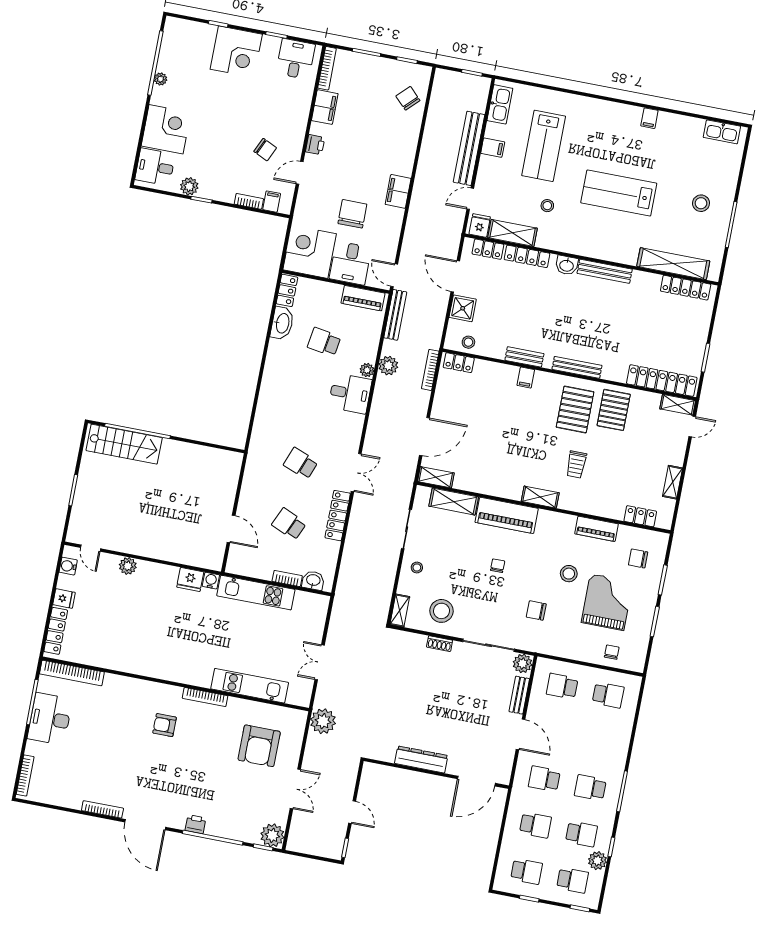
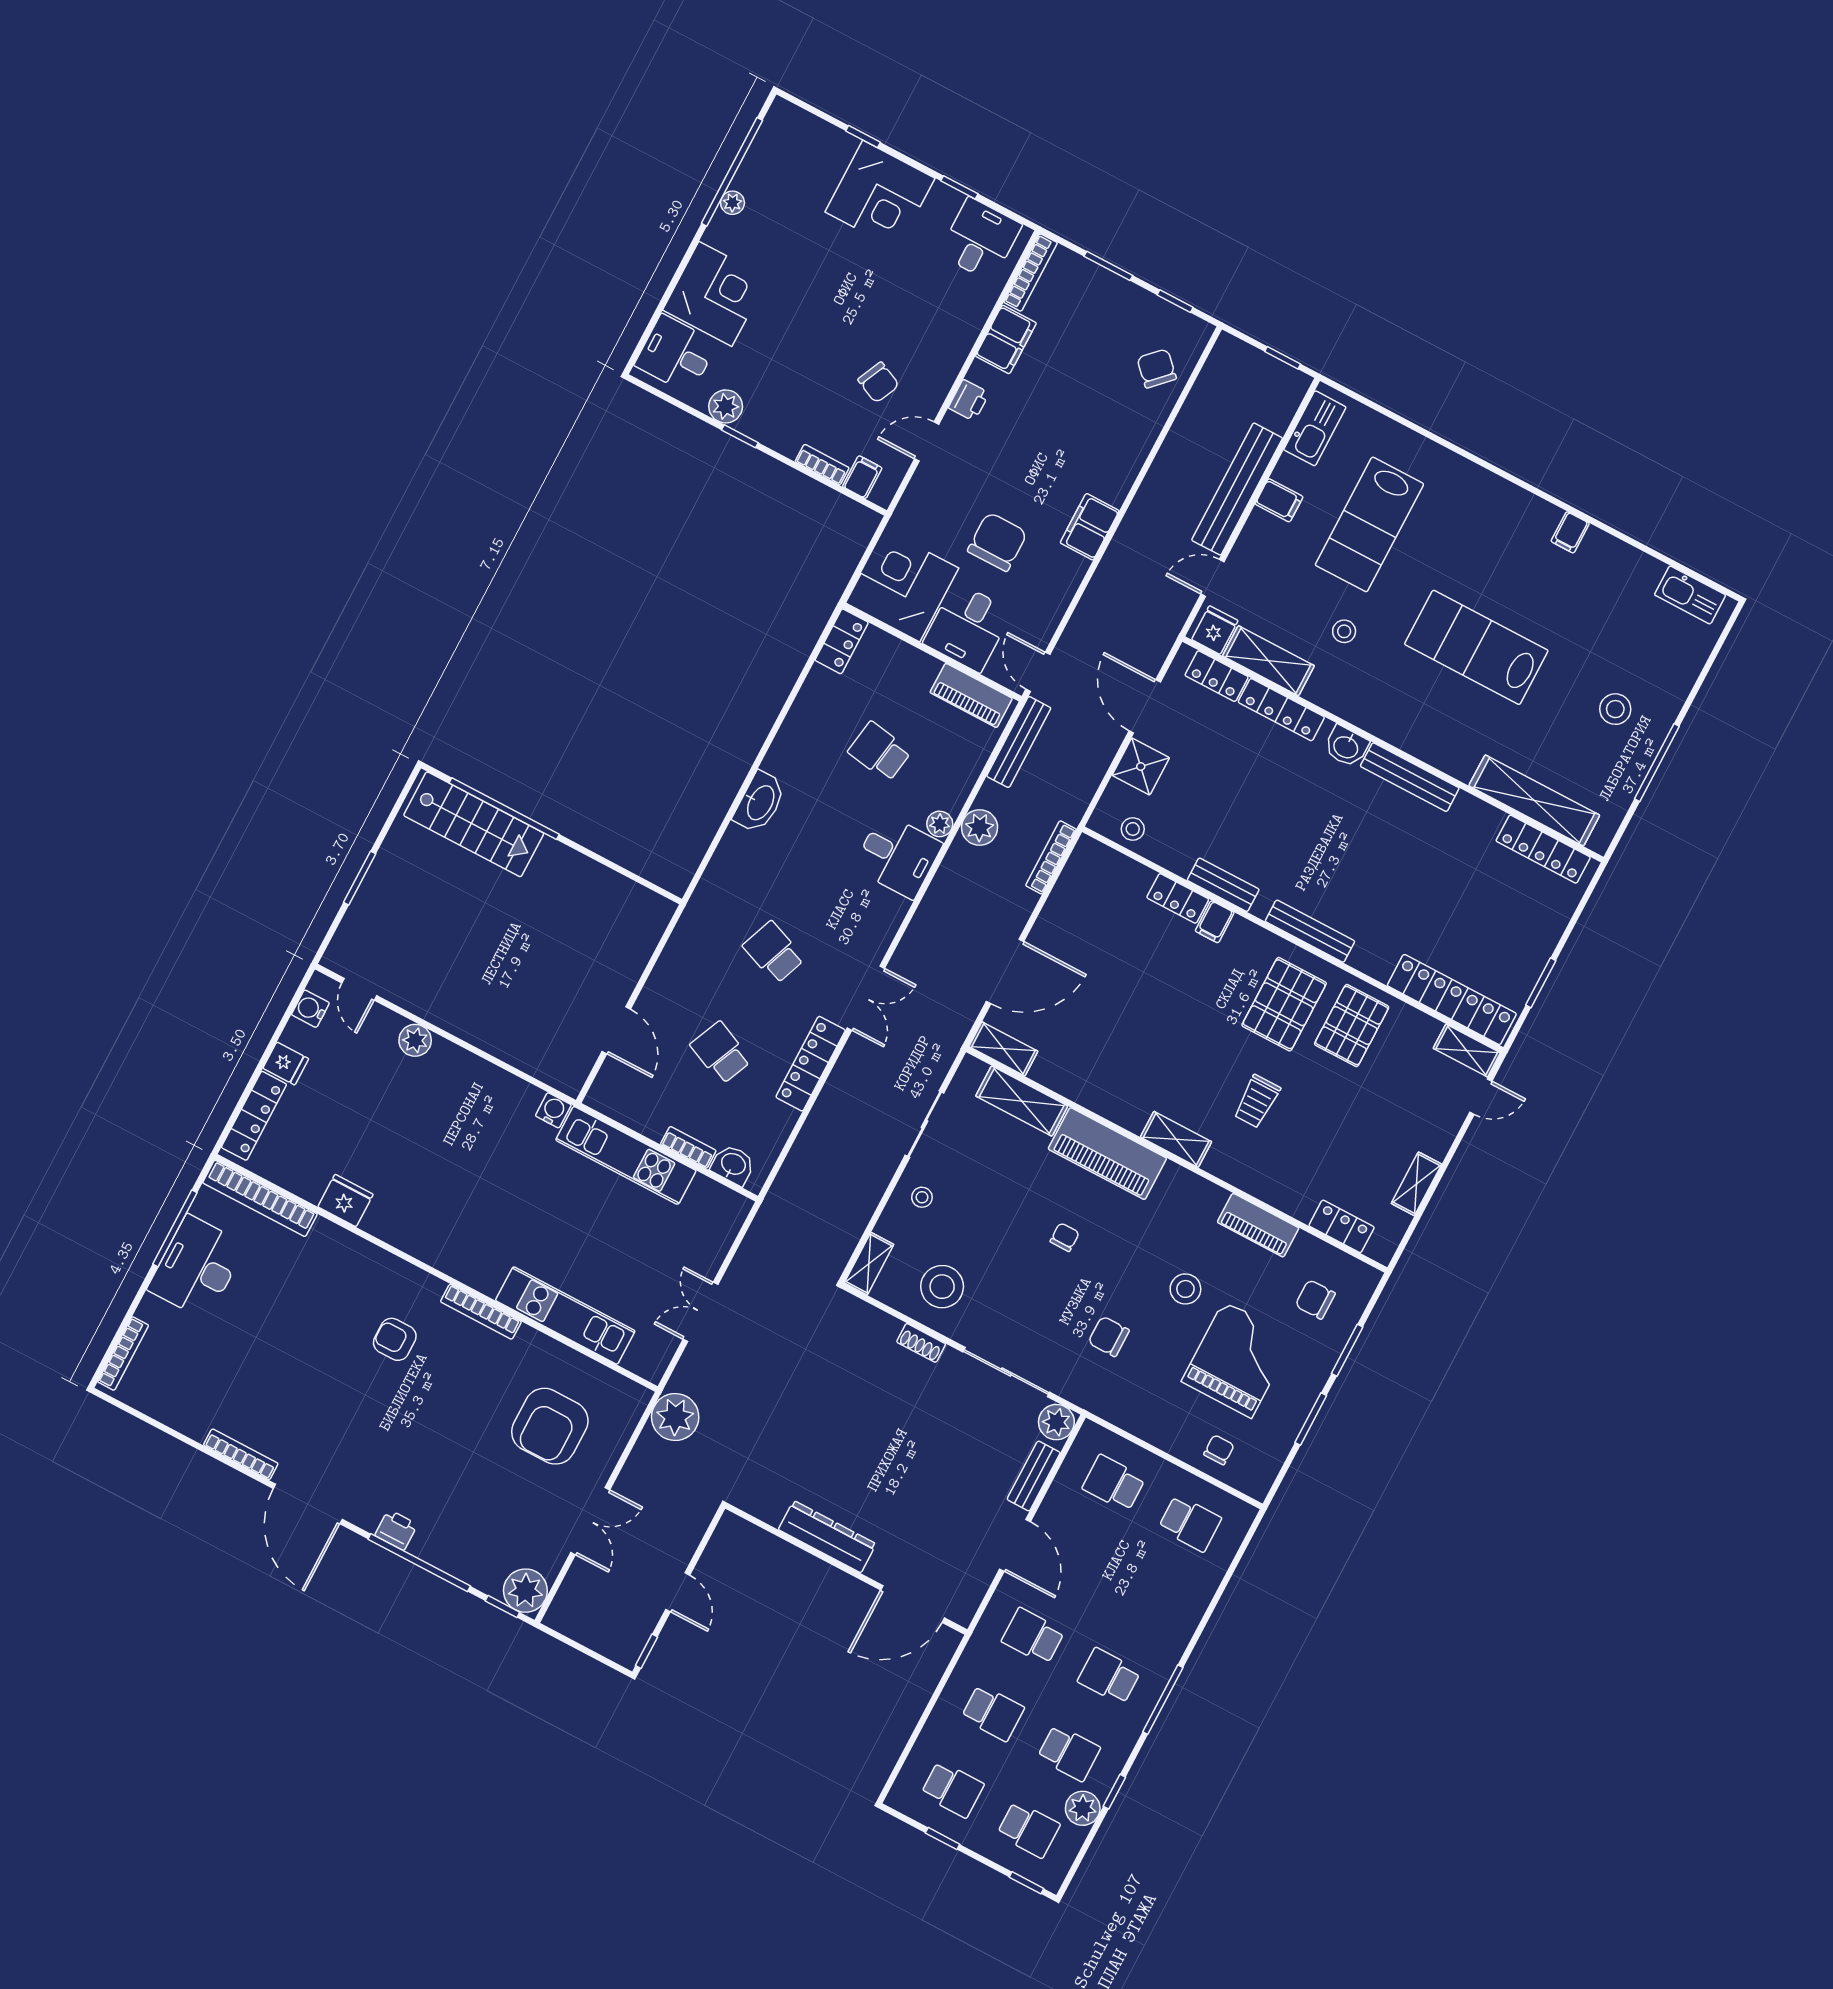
washbasin: (282, 323) -> (760, 802), moved
locker: (459, 363) -> (1178, 898), moved
fridge: (190, 579) -> (345, 1201), moved, turned 180

